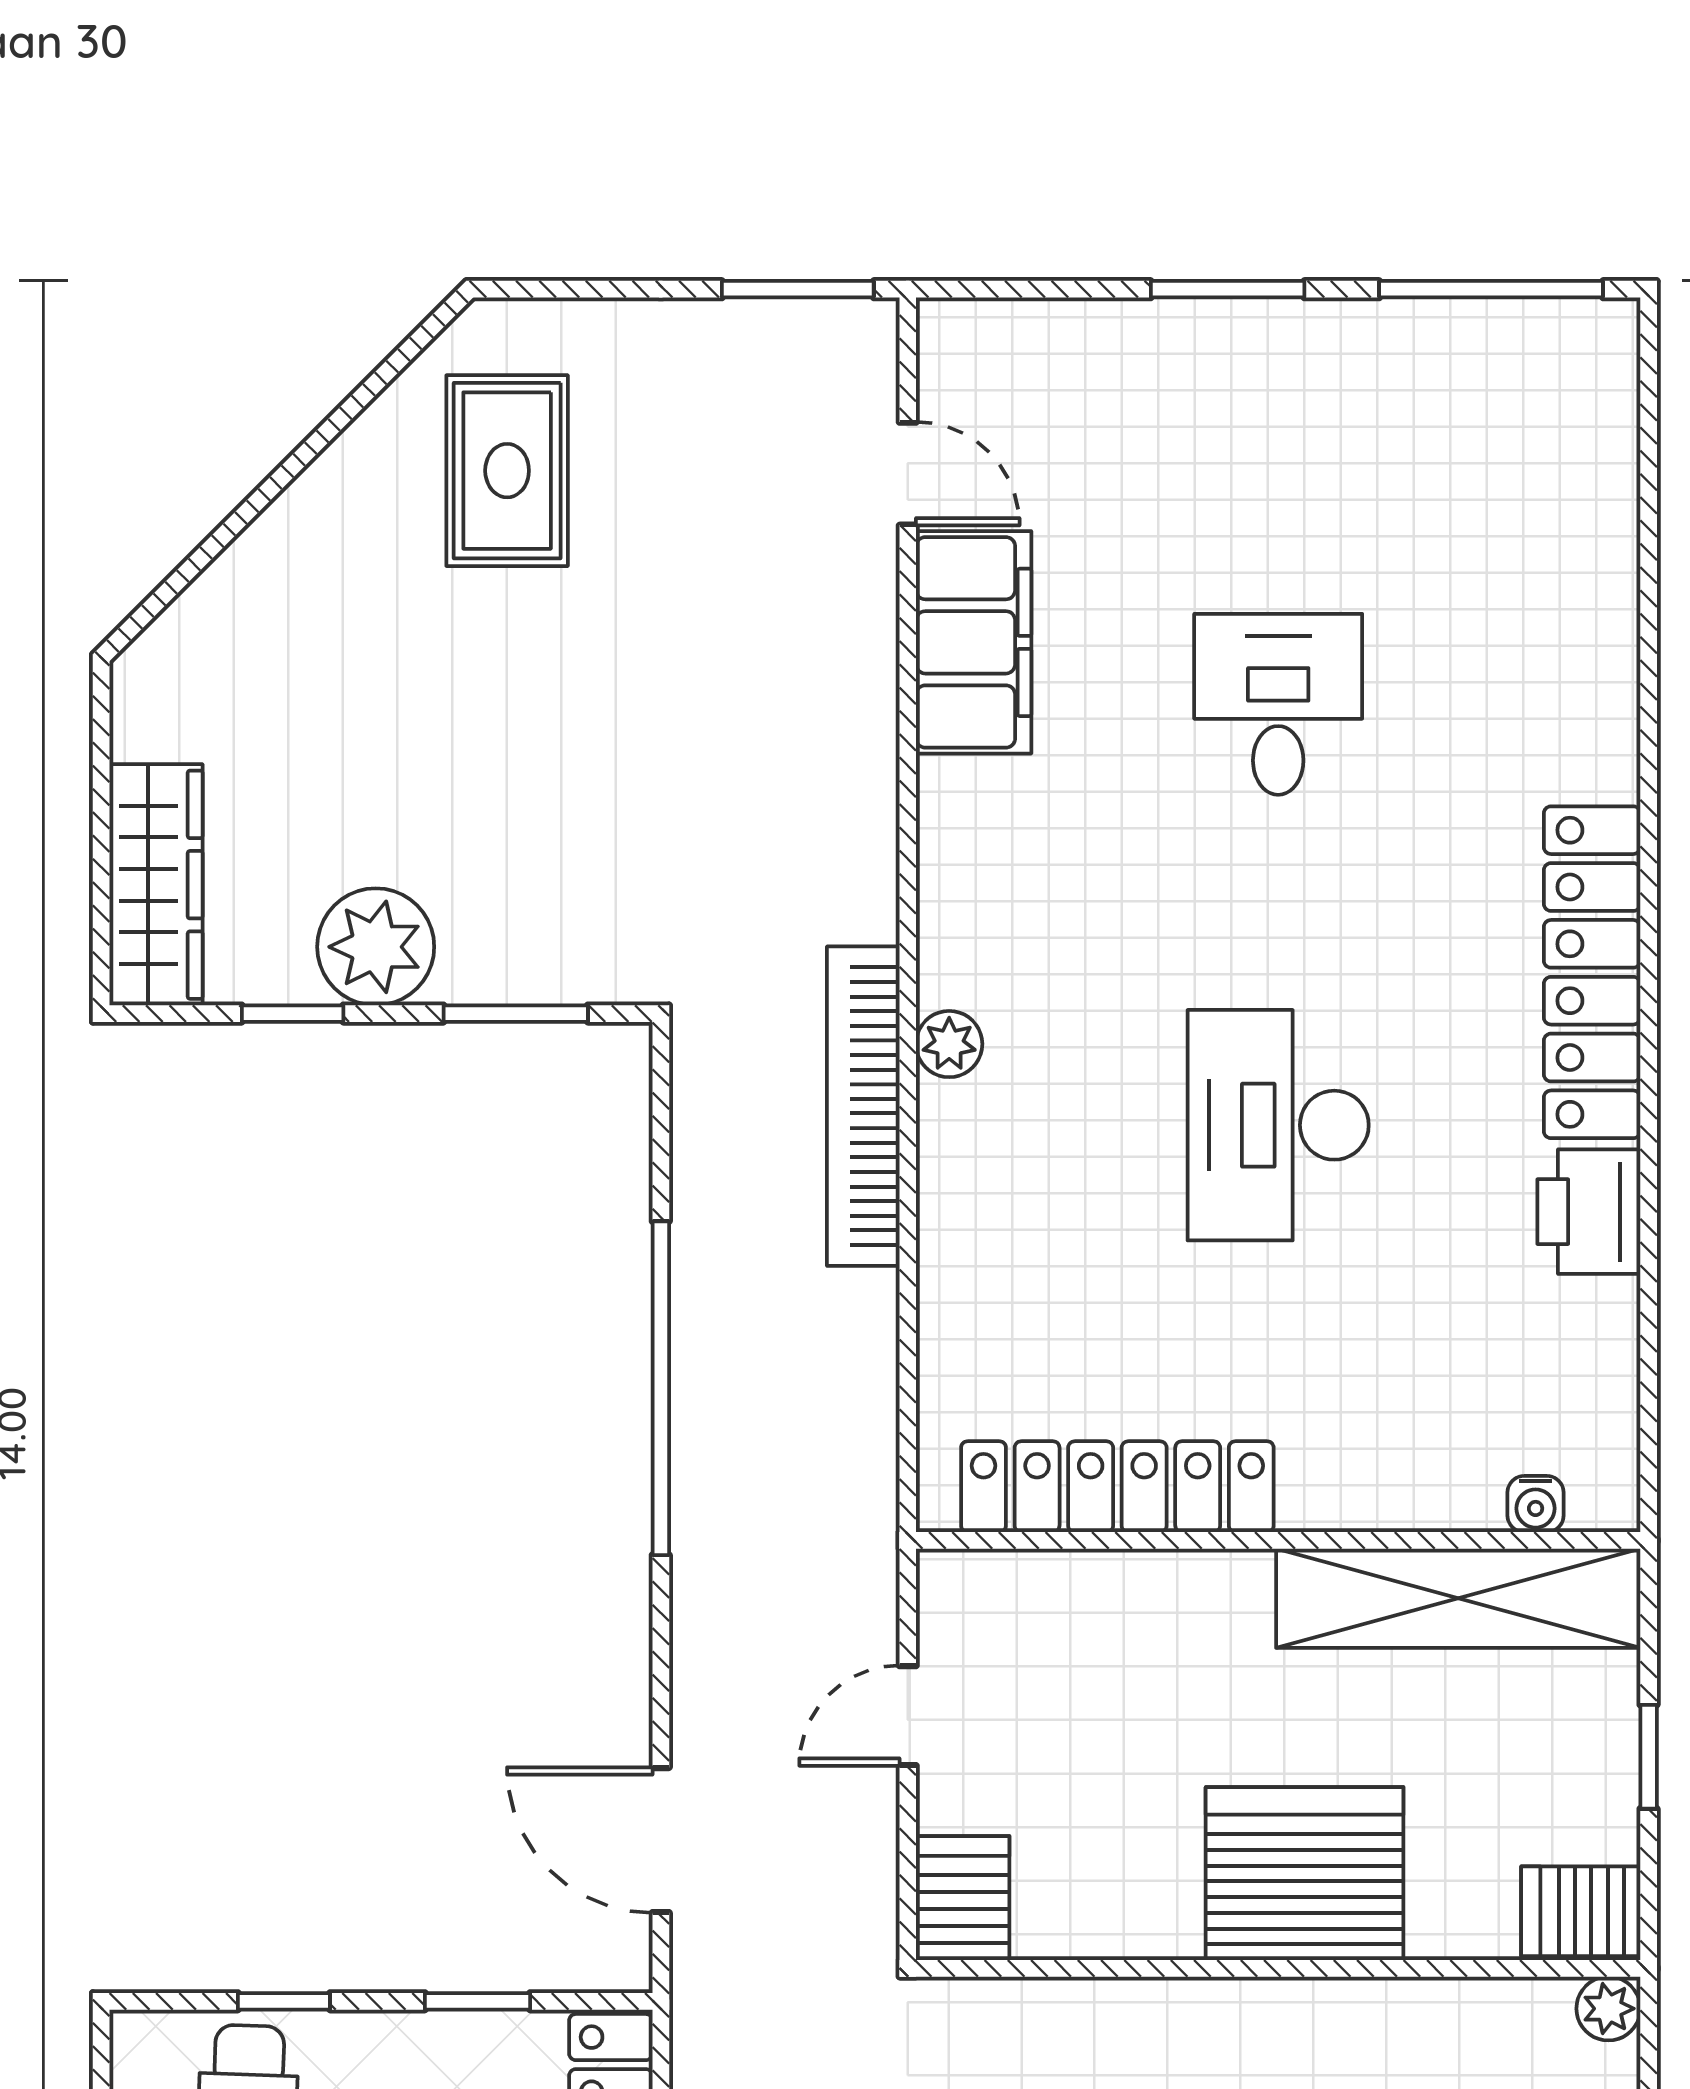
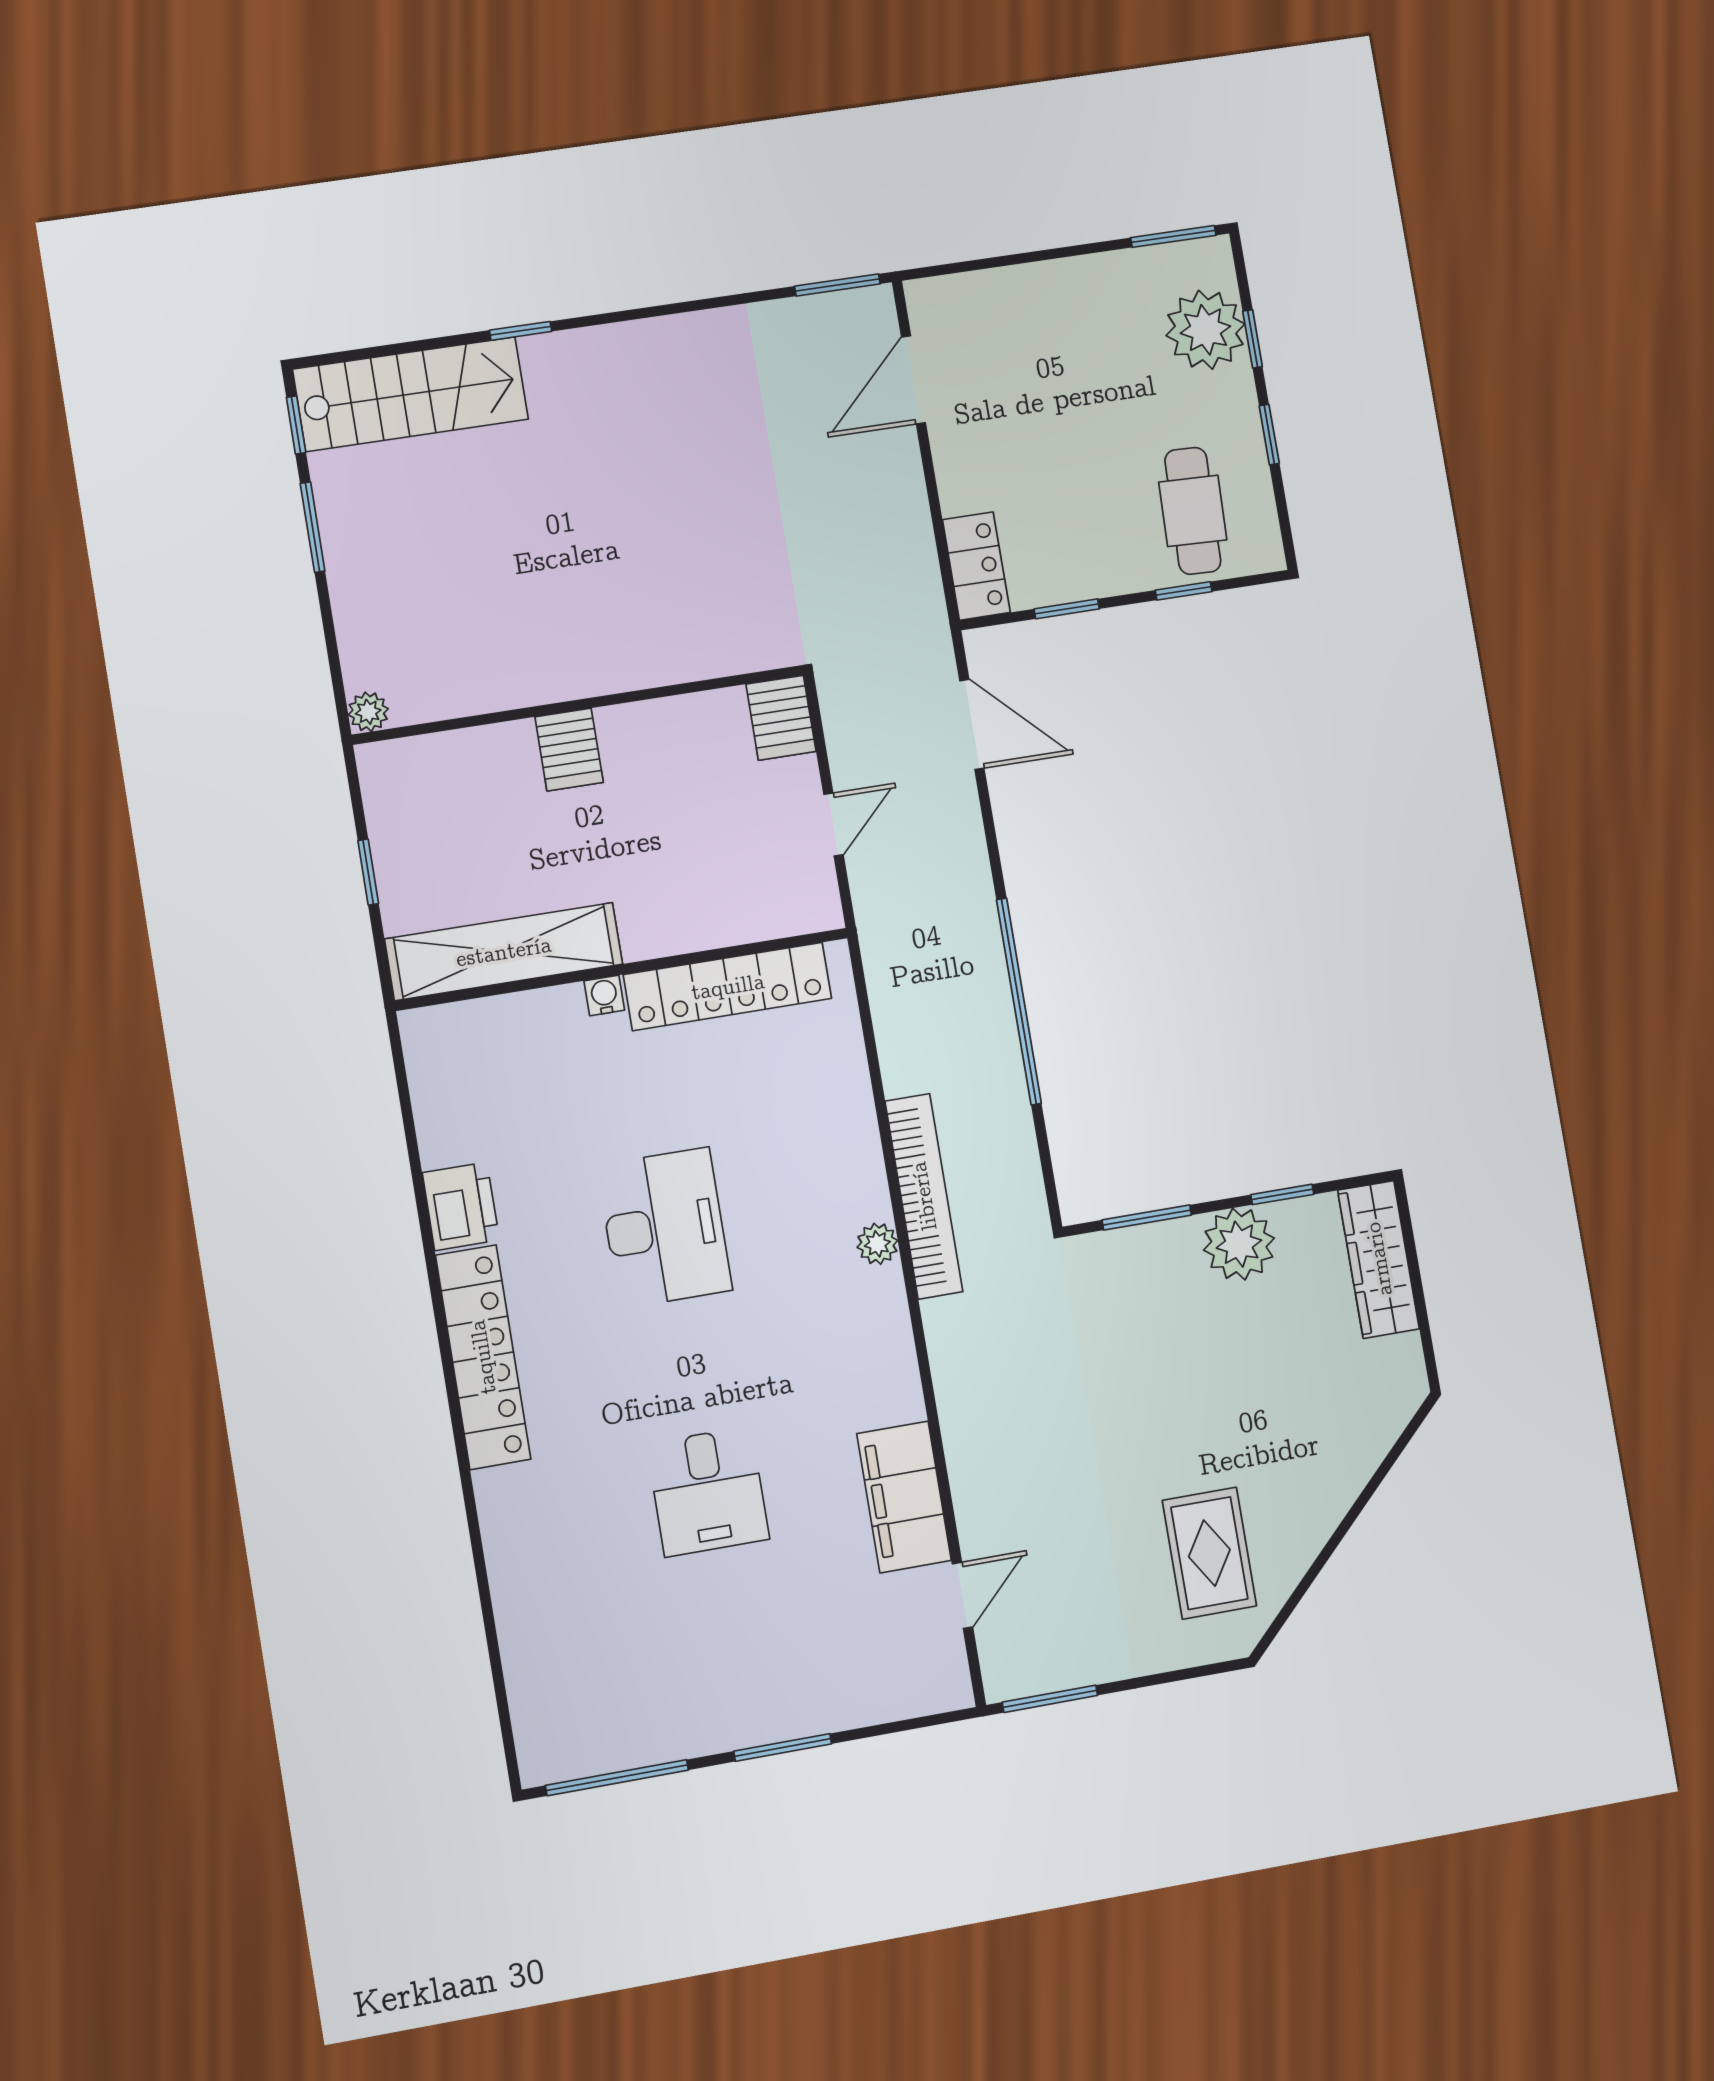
door: (908, 474) -> (963, 1595), swing flipped
water cooler: (1536, 1504) -> (604, 995), moved
server rack: (1305, 1874) -> (569, 750), width x0.46, depth x0.70
server rack: (1581, 1911) -> (395, 769), removed

